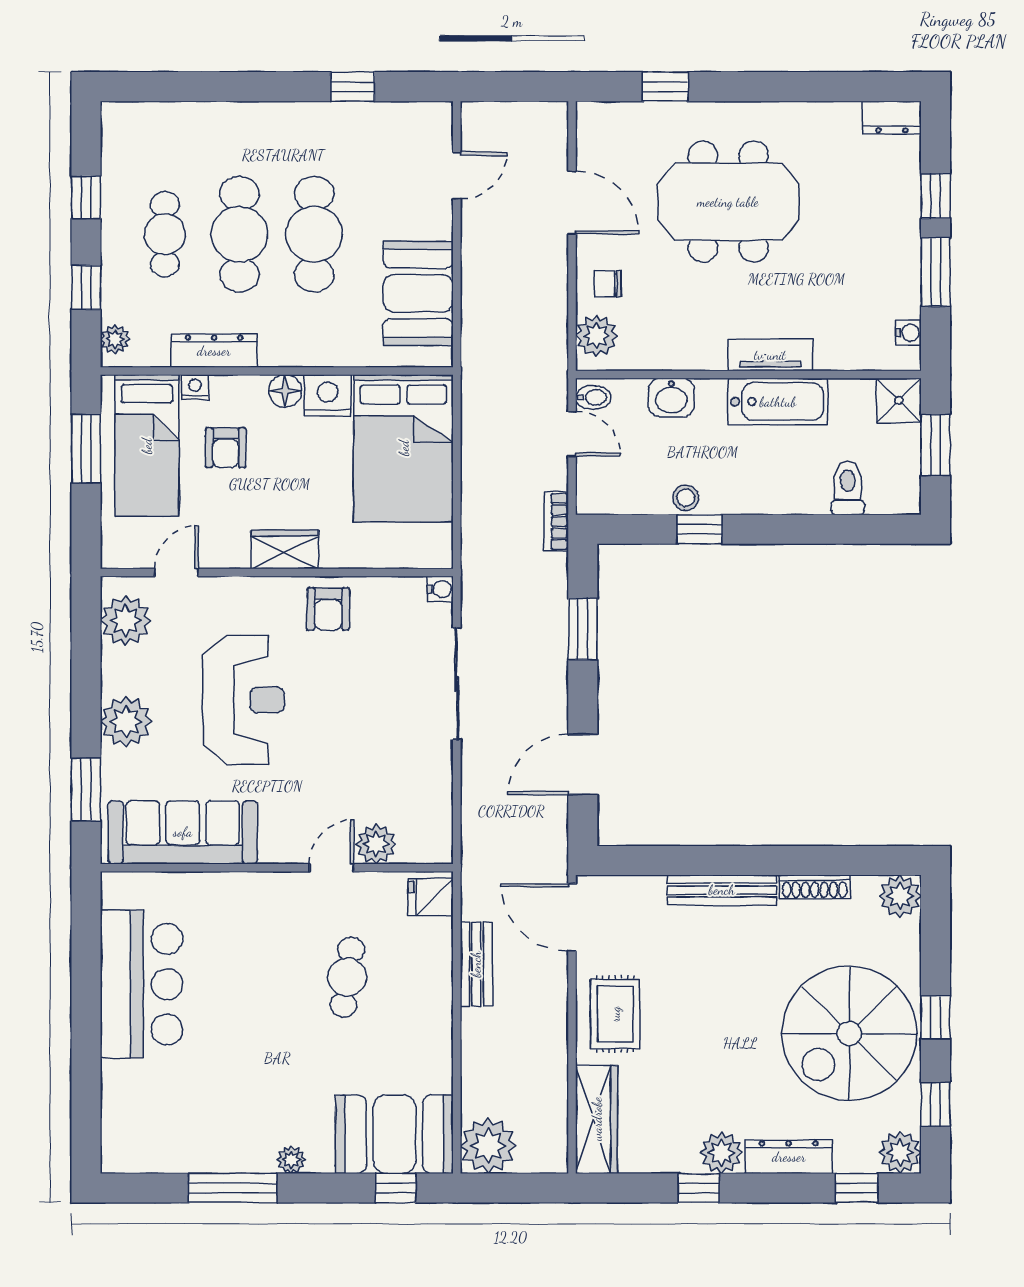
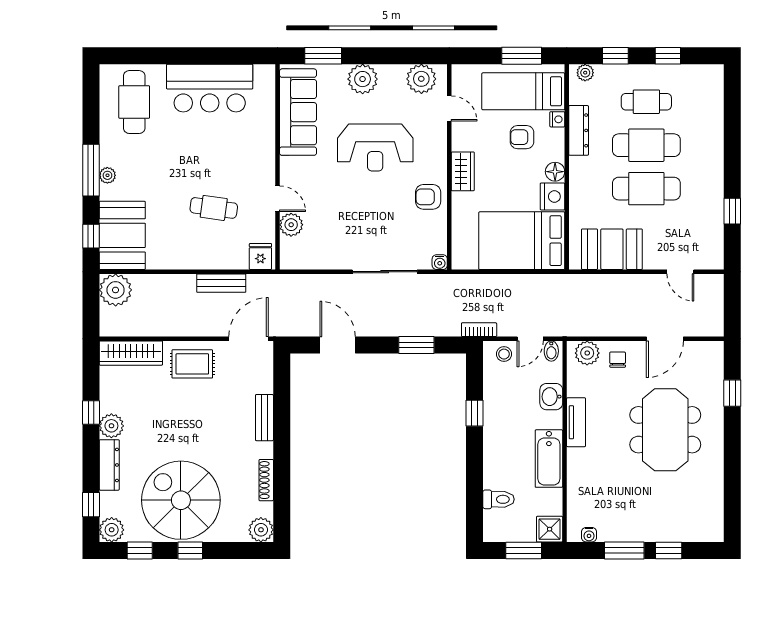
dresser: (892, 117) -> (714, 525), removed
tv unit: (770, 355) -> (576, 422), moved
stool: (686, 498) -> (504, 354), moved
bench: (722, 890) -> (264, 418), width x0.73
cafe table: (165, 1114) -> (134, 102), added
window: (233, 1188) -> (91, 170), moved

